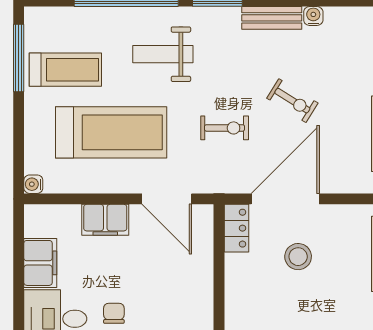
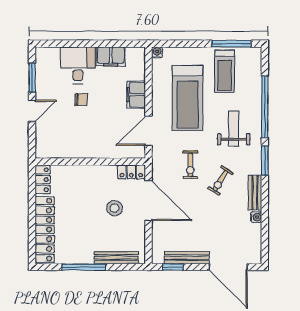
exercise bike: (292, 101) -> (220, 181), moved

